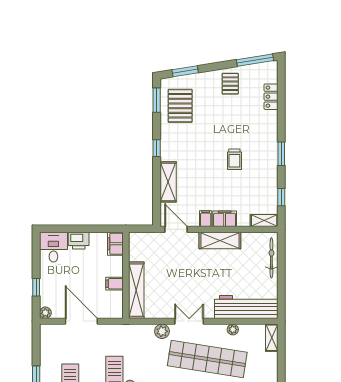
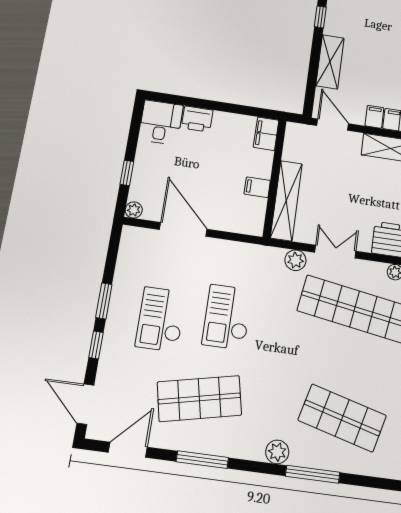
filing cabinet: (115, 244) -> (266, 134), moved
wall: (126, 275) -> (275, 178), moved
filing cabinet: (115, 284) -> (257, 187), moved
shelving: (136, 290) -> (286, 201), moved

